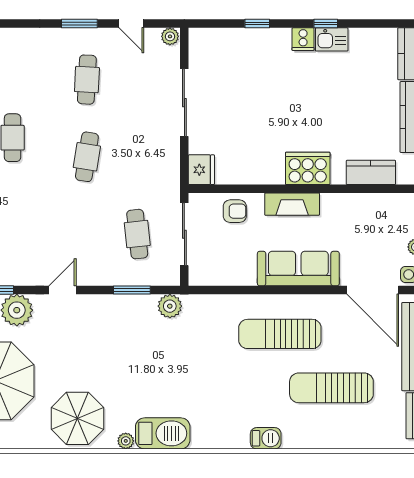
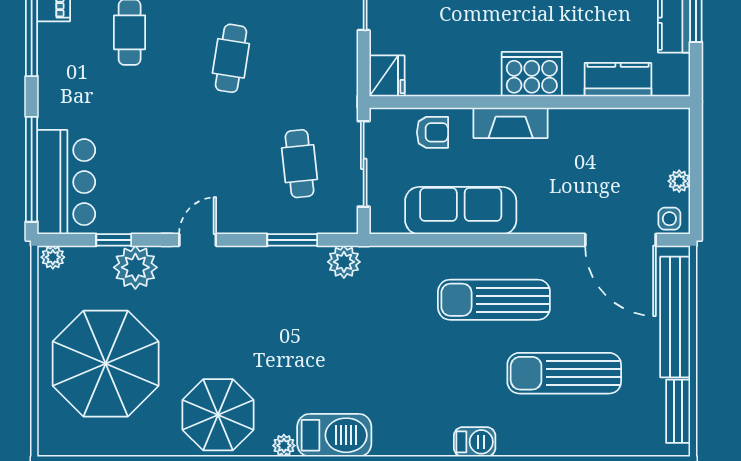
sofa: (298, 269) -> (461, 211), moved

